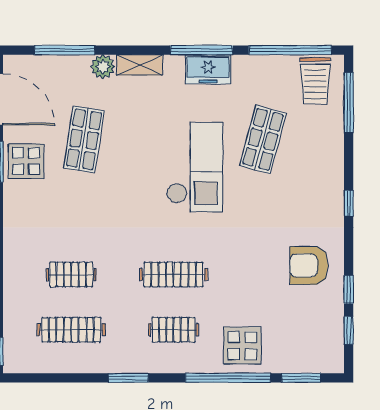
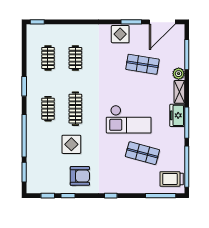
freezer: (208, 69) -> (177, 115), moved
display table: (26, 161) -> (120, 34), moved
armchair: (309, 265) -> (80, 176), turned 90
clothes rail: (71, 330) -> (48, 58), width x0.73
display table: (242, 346) -> (71, 144), moved

